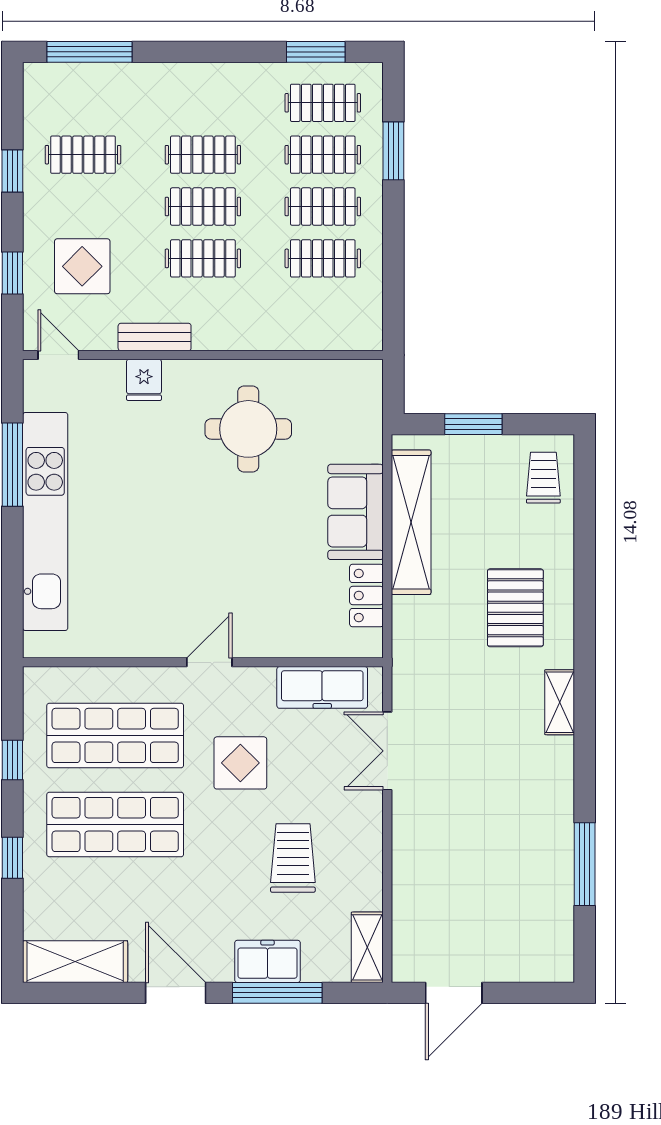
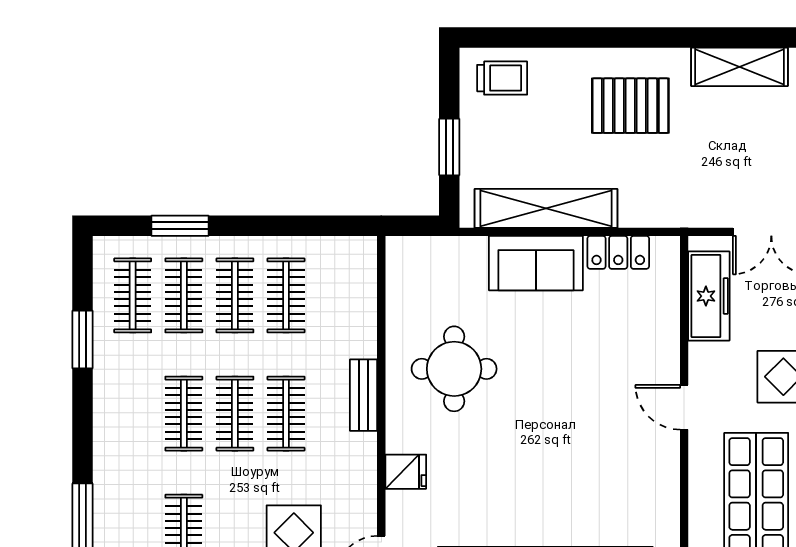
window: (316, 52) -> (82, 339), moved
bench: (155, 337) -> (364, 395), moved
trolley: (543, 478) -> (502, 78), turned 180
shelving: (560, 702) -> (740, 67), width x1.50, depth x1.33

